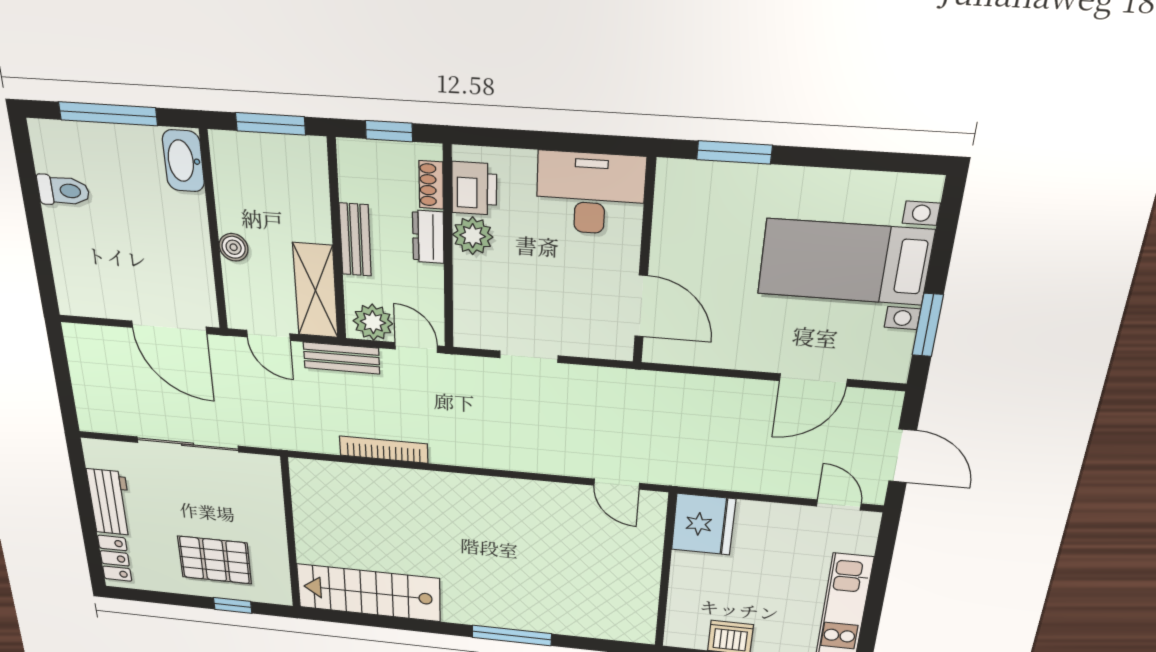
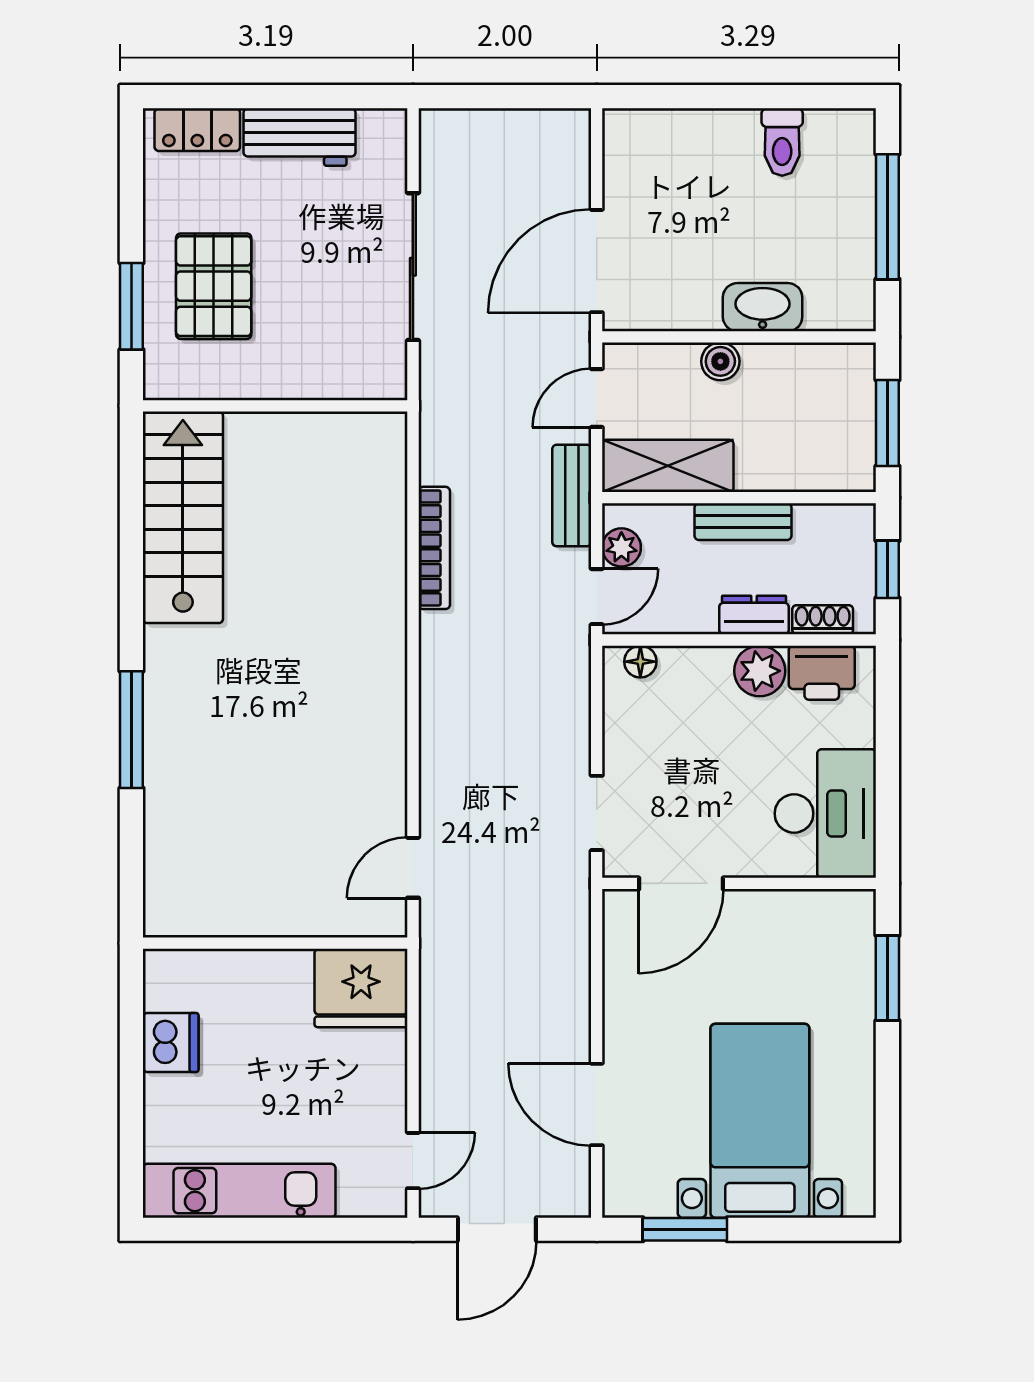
washbasin: (183, 161) -> (763, 307), moved
floor lamp: (465, 321) -> (640, 662), added
plant: (373, 322) -> (621, 547), width x0.73, depth x0.73
doorway: (529, 357) -> (597, 813), moved
window: (233, 605) -> (131, 306), width x1.50

